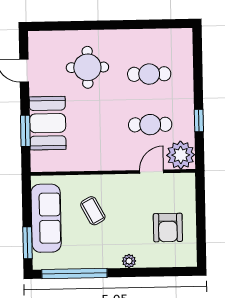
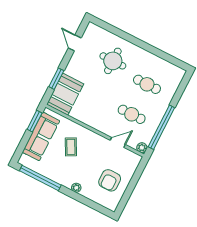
window: (199, 121) -> (161, 127), width x3.17
booth: (48, 123) -> (65, 94), moved
plant: (181, 155) -> (142, 148), width x0.53, depth x0.53
window: (27, 243) -> (35, 121), moved

